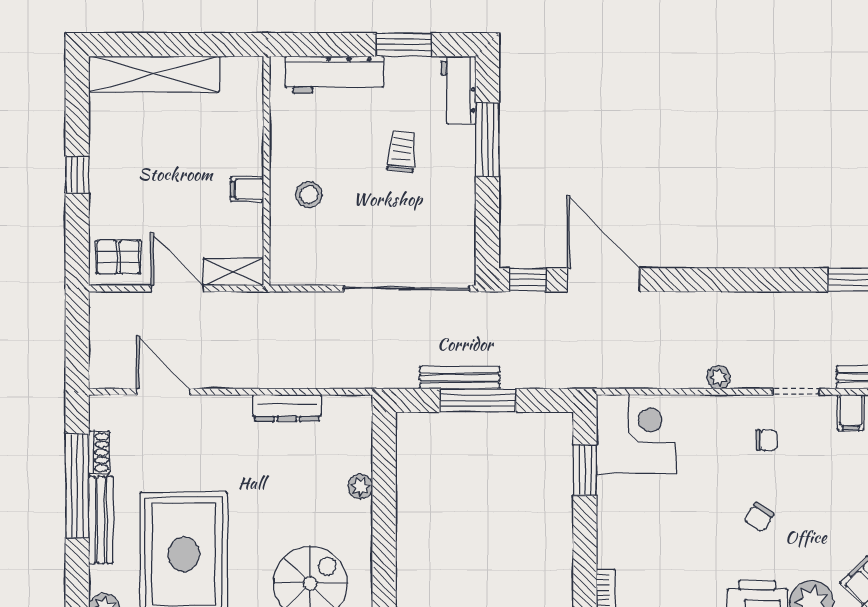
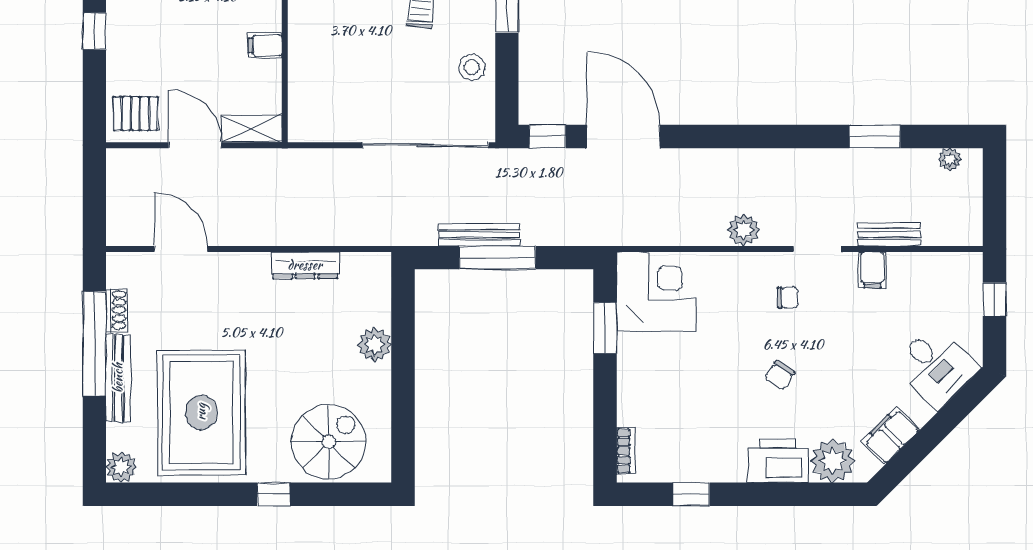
stool: (309, 195) -> (472, 67), moved
plant: (719, 377) -> (744, 230), width x1.38, depth x1.38
plant: (360, 487) -> (375, 345), width x1.38, depth x1.38

